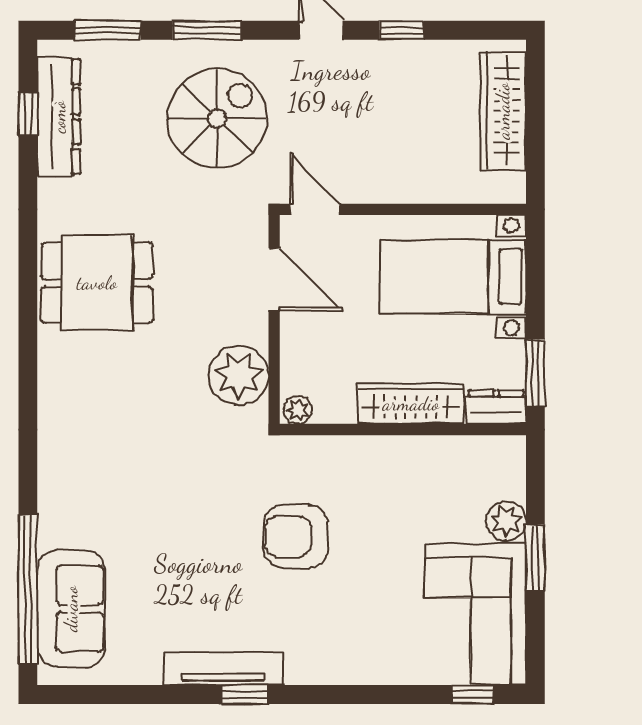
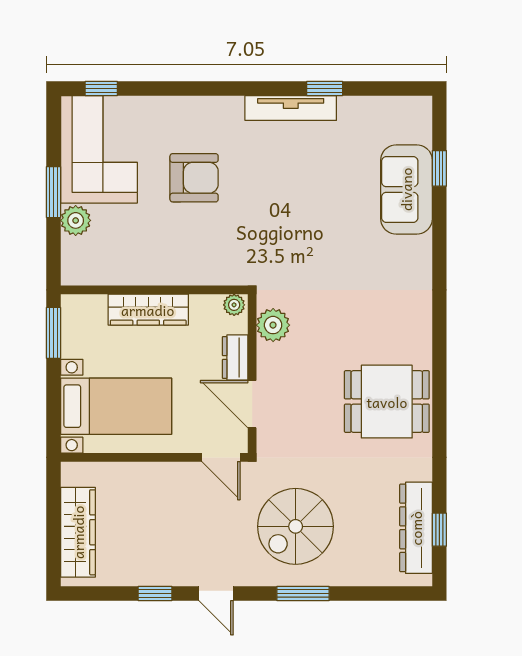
window: (107, 30) -> (379, 594), removed
plant: (239, 375) -> (273, 325), width x0.73, depth x0.73
dresser: (496, 407) -> (235, 358), moved, turned 90
armchair: (296, 536) -> (194, 178), moved
window: (28, 589) -> (439, 168), width x0.32
sofa: (71, 609) -> (406, 189), moved
window: (245, 694) -> (325, 88), moved

